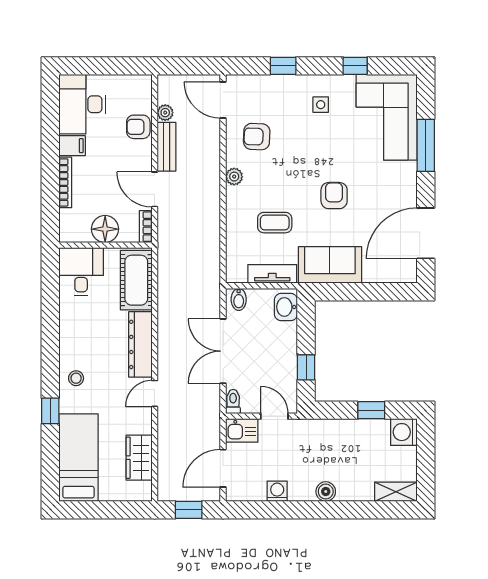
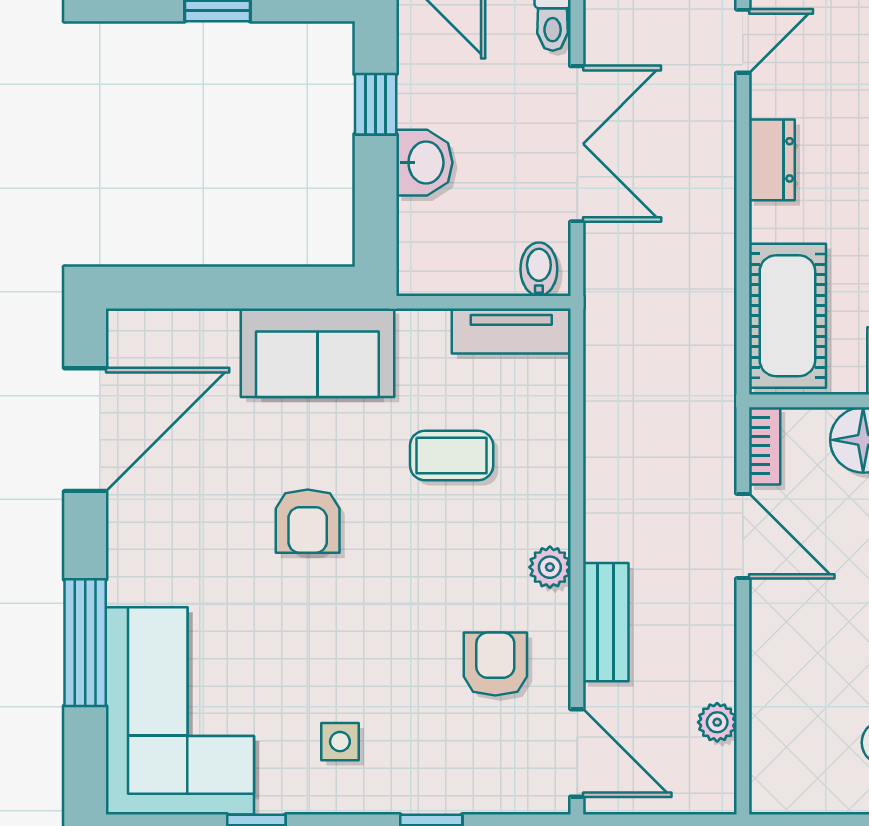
armchair: (138, 127) -> (782, 688), removed
armchair: (257, 137) -> (495, 664), turned -92
bench: (167, 147) -> (606, 622), moved
tv unit: (272, 274) -> (511, 331), moved
washbasin: (286, 307) -> (424, 163), moved
dresser: (140, 344) -> (772, 160), width x0.51, depth x0.80

